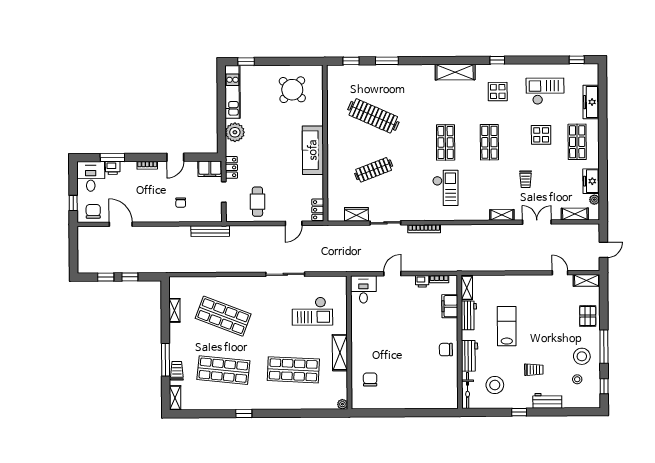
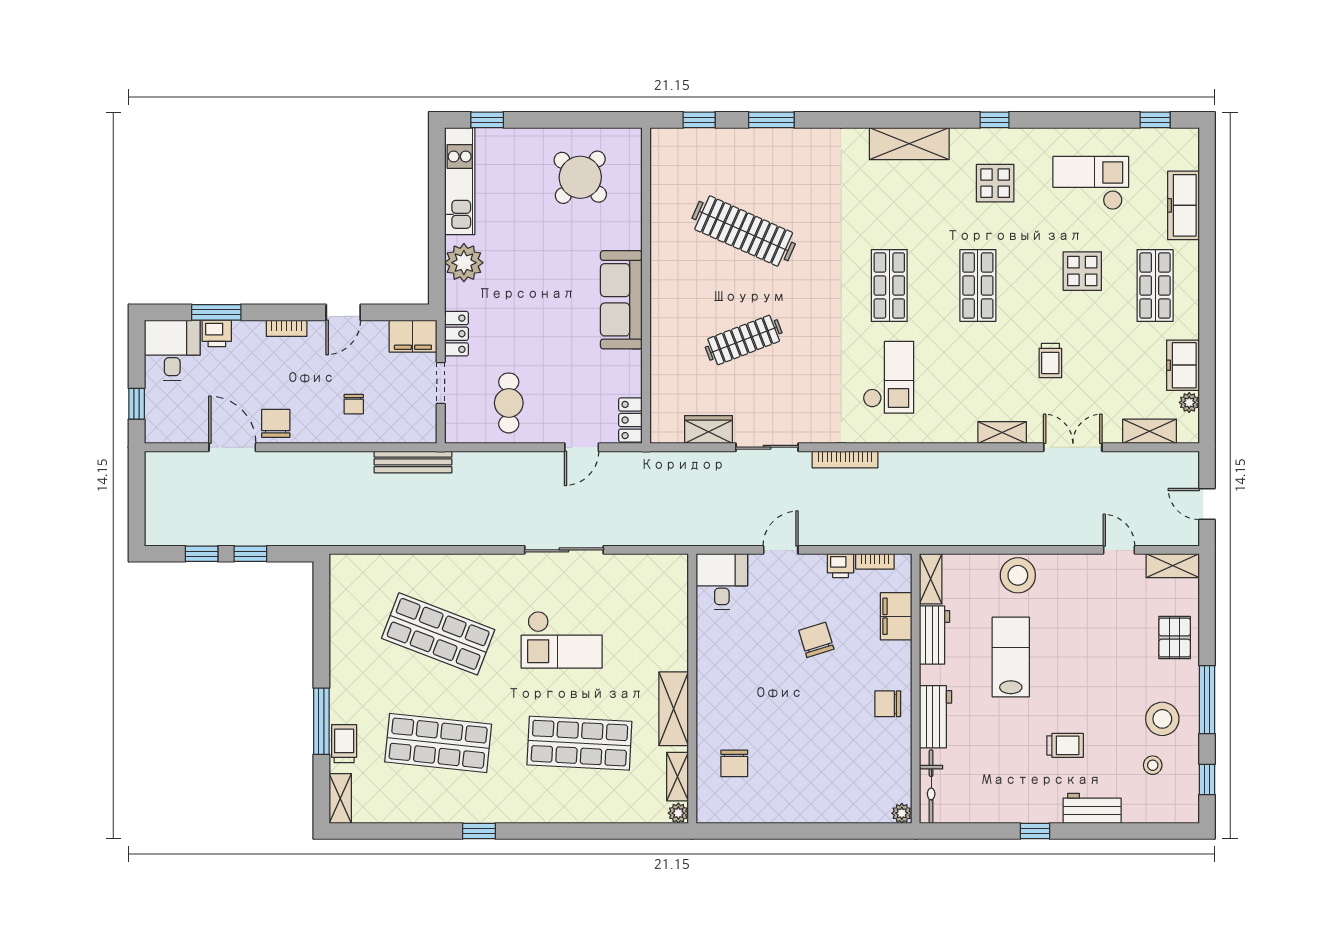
chair: (93, 211) -> (276, 423), moved
door: (603, 250) -> (1207, 504), swing flipped
shelving: (174, 310) -> (678, 777), moved
checkout: (312, 311) -> (562, 640), moved
chair: (410, 318) -> (816, 640), added
chair: (370, 379) -> (734, 763), turned 180
stool: (495, 385) -> (1018, 575), moved
plant: (453, 404) -> (902, 813), added

